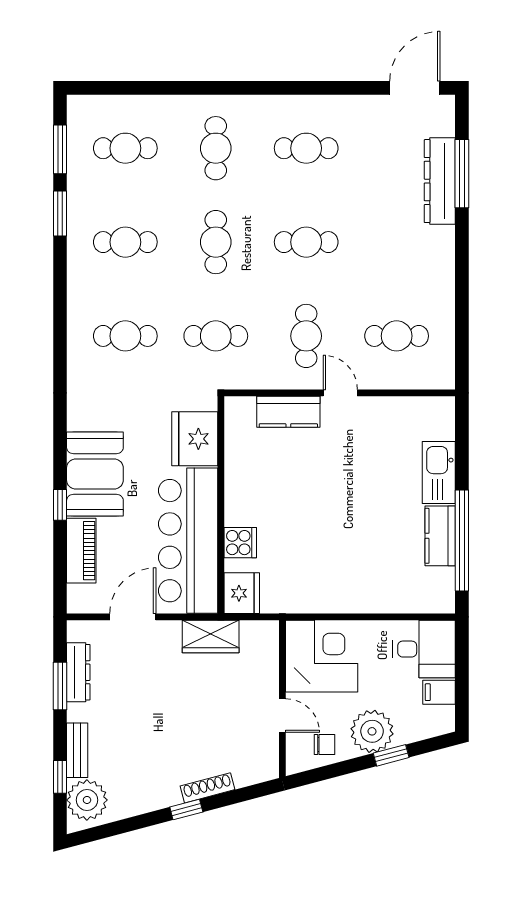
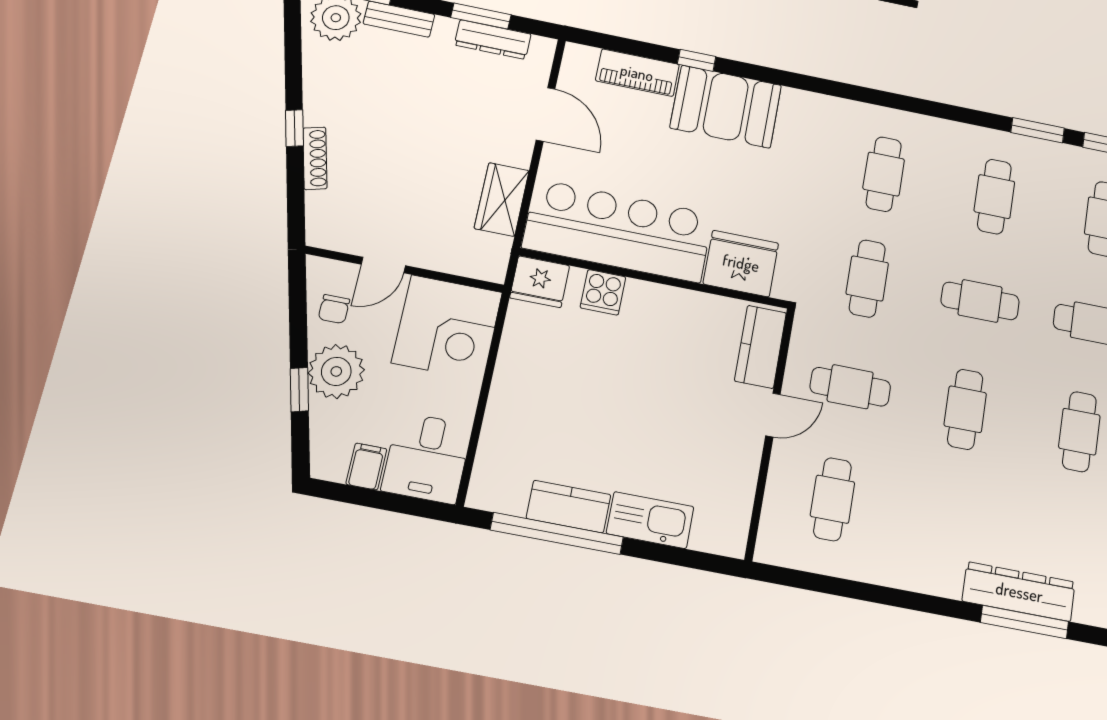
fridge: (195, 439) -> (741, 263), moved
wall: (221, 505) -> (654, 278), moved
bar counter: (188, 541) -> (618, 231), moved
cooker: (240, 543) -> (603, 292), moved
fridge: (242, 593) -> (540, 282), moved

